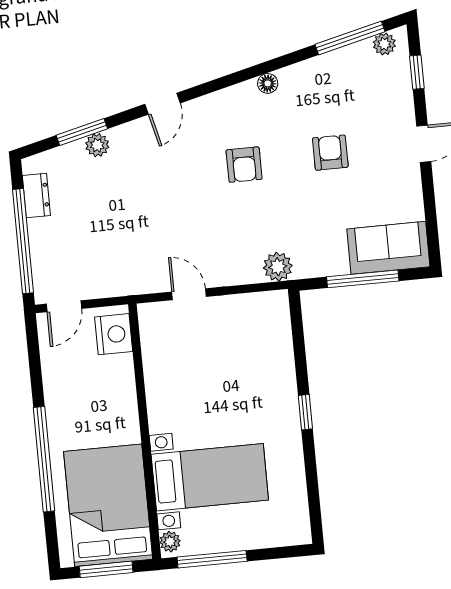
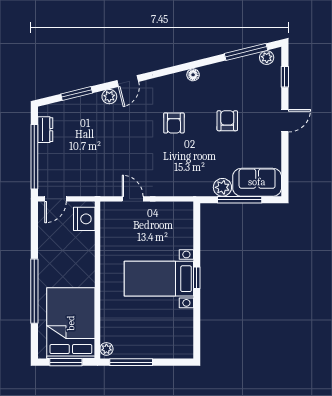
plant: (97, 145) -> (109, 97), moved
plant: (278, 267) -> (222, 187), moved
bed with nightstands: (210, 477) -> (159, 279), moved, turned 180

